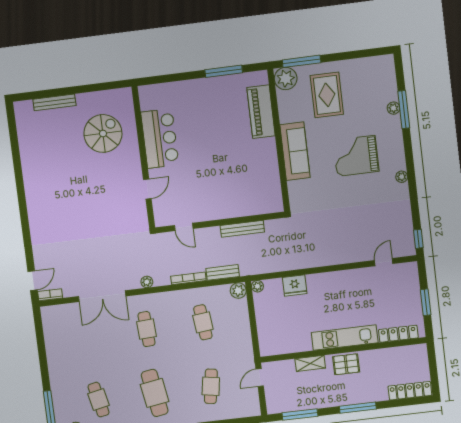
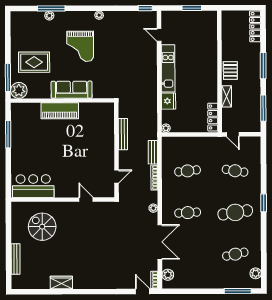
piano: (261, 112) -> (60, 111), moved
bar counter: (160, 138) -> (33, 186), moved
wardrobe: (30, 169) -> (61, 283), added
plant: (238, 291) -> (168, 275), moved
locker: (398, 334) -> (213, 117), moved
kitchen unit: (345, 338) -> (168, 68), moved, turned 180

